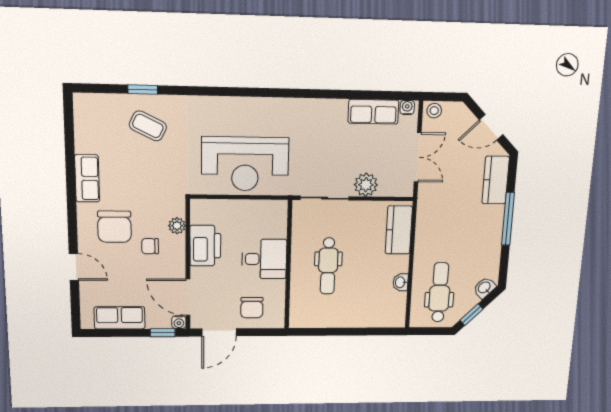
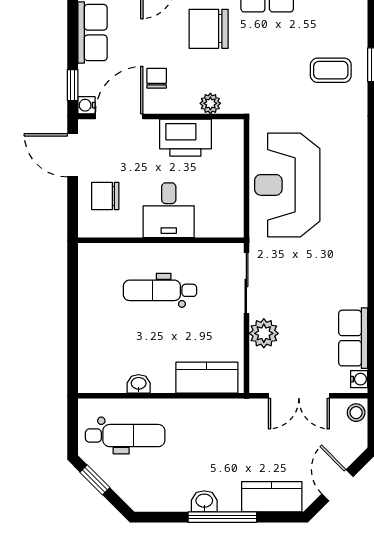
coffee table: (148, 126) -> (331, 70), turned 64
chair: (150, 246) -> (157, 78), moved
washbasin: (484, 288) -> (204, 501), moved, turned -45

